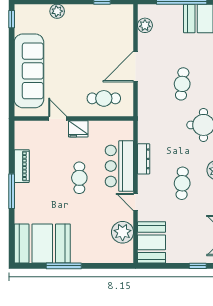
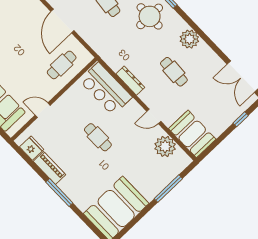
fridge: (78, 129) -> (32, 148), moved, turned -90
bar counter: (119, 166) -> (106, 89), moved
window: (64, 266) -> (168, 189), moved

